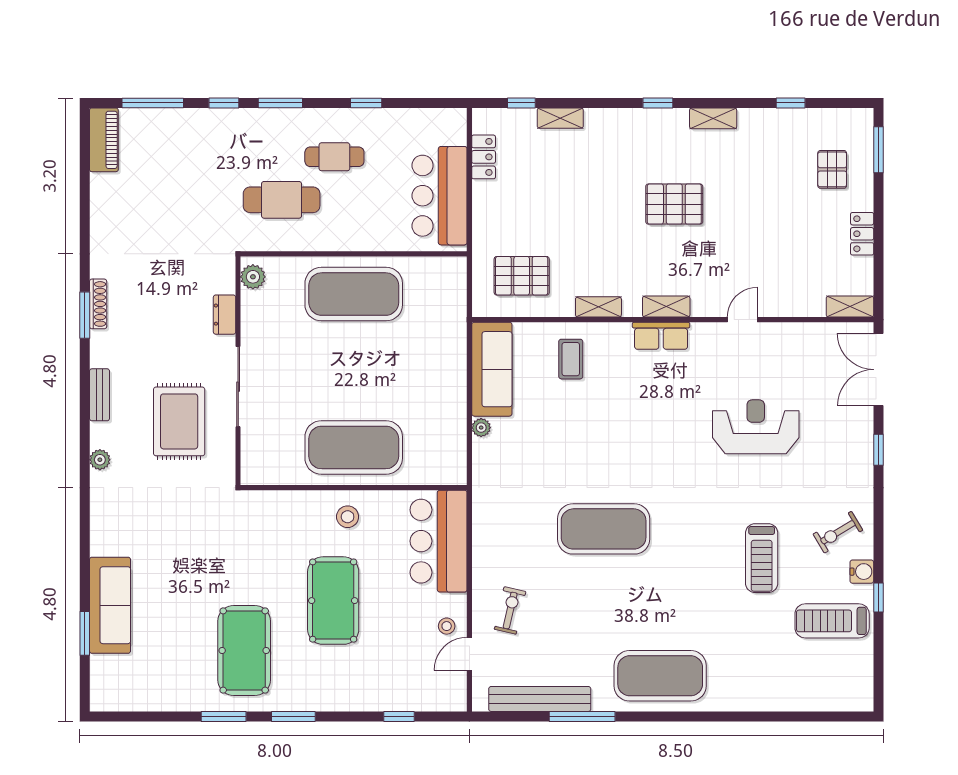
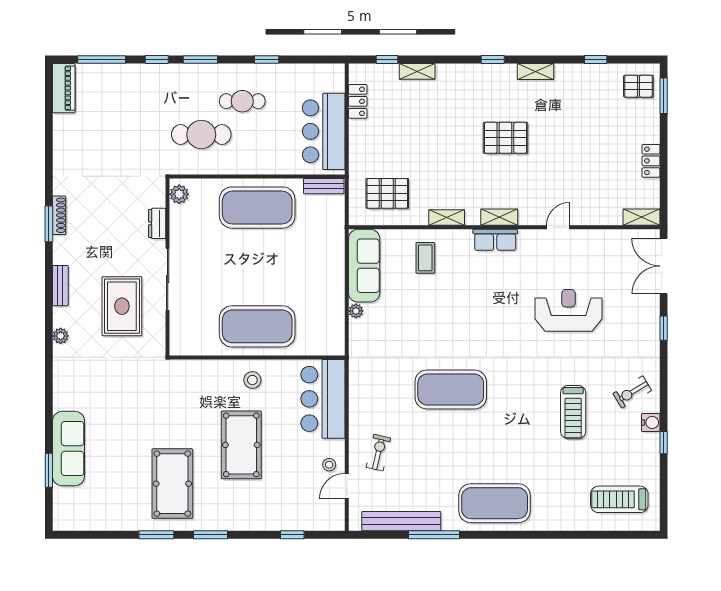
pallet: (832, 169) -> (638, 86), moved, turned 90
bench: (440, 266) -> (324, 186), added
treadmill: (832, 621) -> (619, 499), moved

